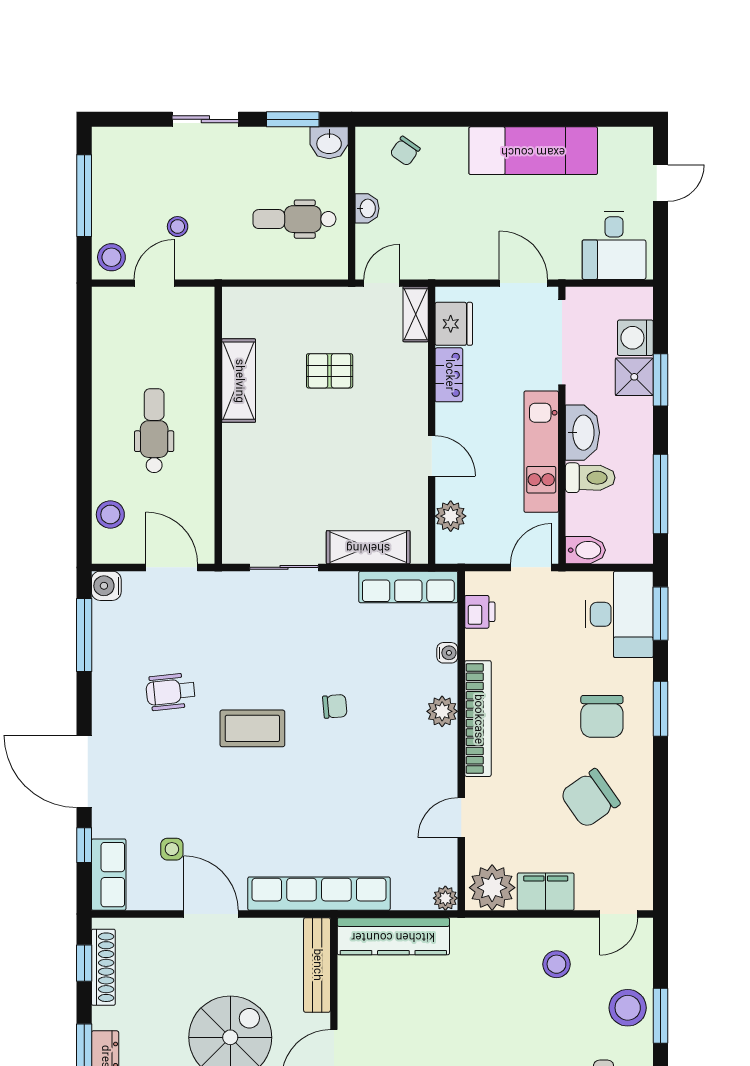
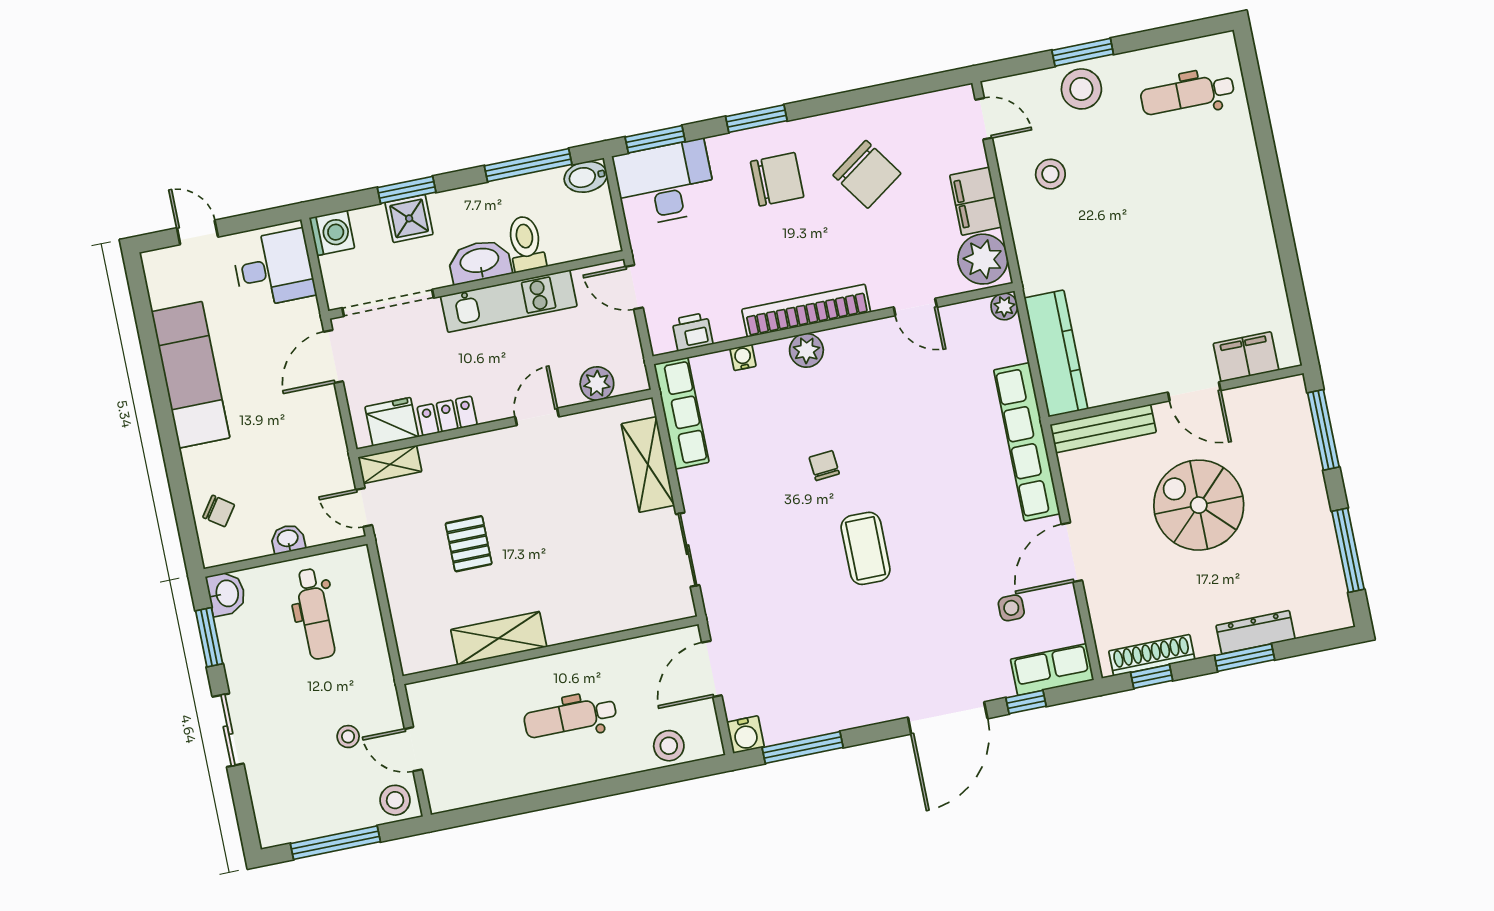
washing machine: (635, 338) -> (332, 233), moved, turned -90
bidet: (585, 550) -> (586, 177), moved, turned -90
wheelchair: (171, 692) -> (844, 643), removed

